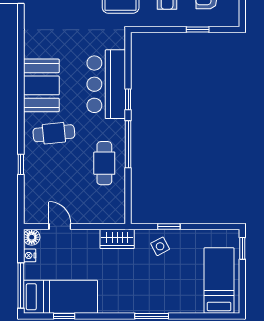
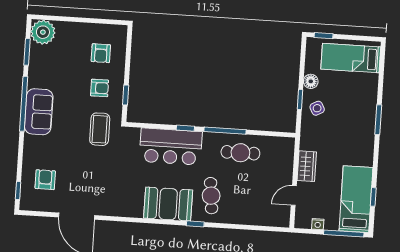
window: (198, 30) -> (126, 95), moved
window: (21, 164) -> (195, 224), moved
floor lamp: (32, 237) -> (311, 81), moved
wardrobe: (117, 239) -> (307, 166), moved

